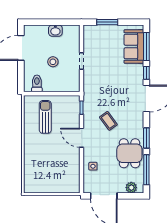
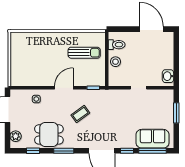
washbasin: (55, 31) -> (168, 76), moved
stool: (53, 62) -> (115, 62), moved
window: (146, 170) -> (33, 151), width x0.46

